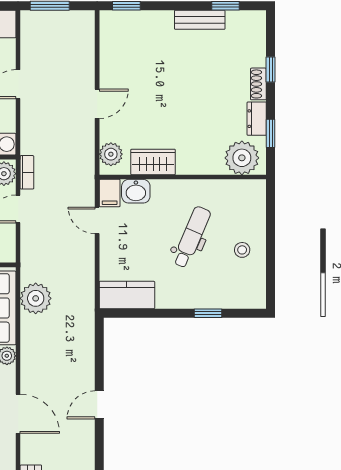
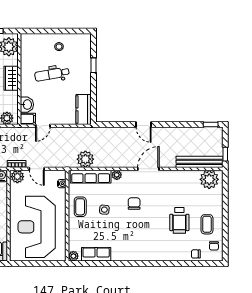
wardrobe: (153, 162) -> (11, 78), moved
dental chair: (192, 237) -> (52, 74), turned -33

